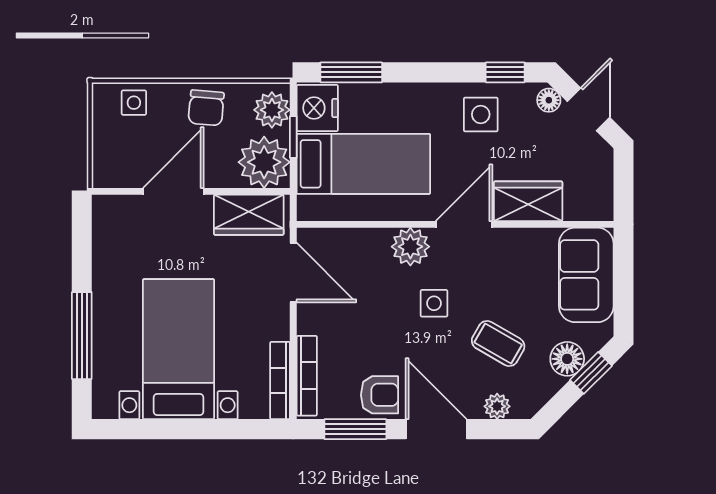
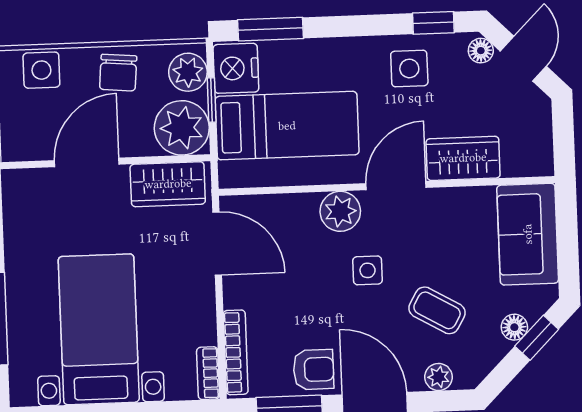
side table: (134, 103) -> (41, 70), width x1.37, depth x1.37
floor lamp: (567, 359) -> (514, 327), width x0.73, depth x0.73
bookcase: (280, 380) -> (208, 373), width x0.64

